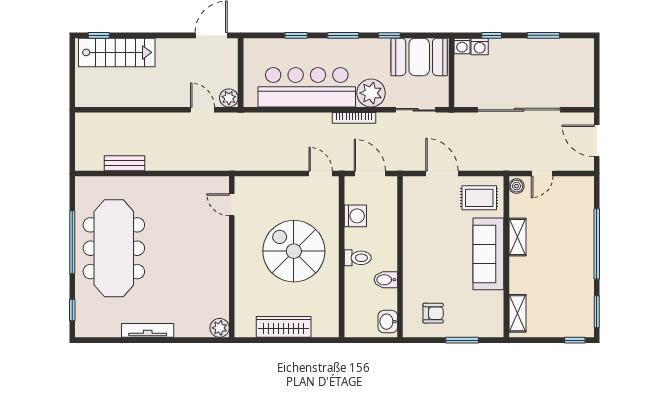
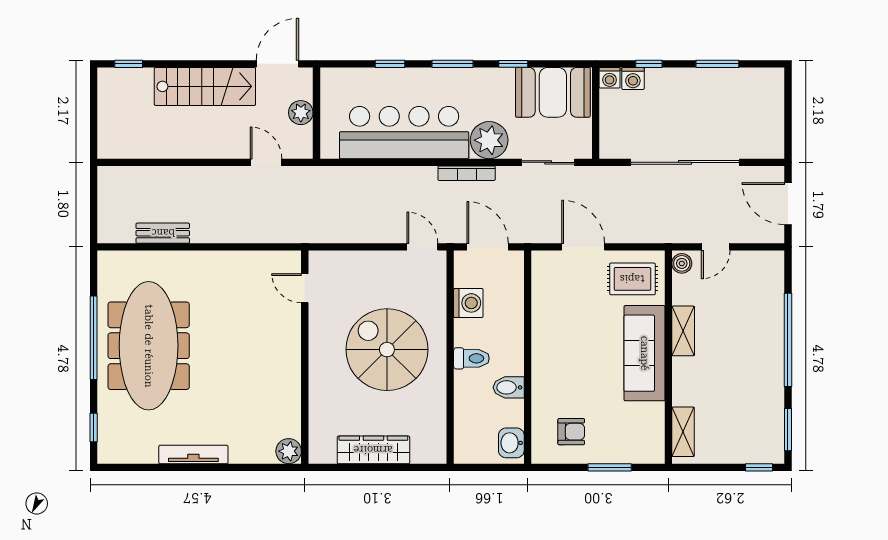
stairs: (117, 52) -> (205, 86), moved
plant: (229, 98) -> (301, 113), moved

